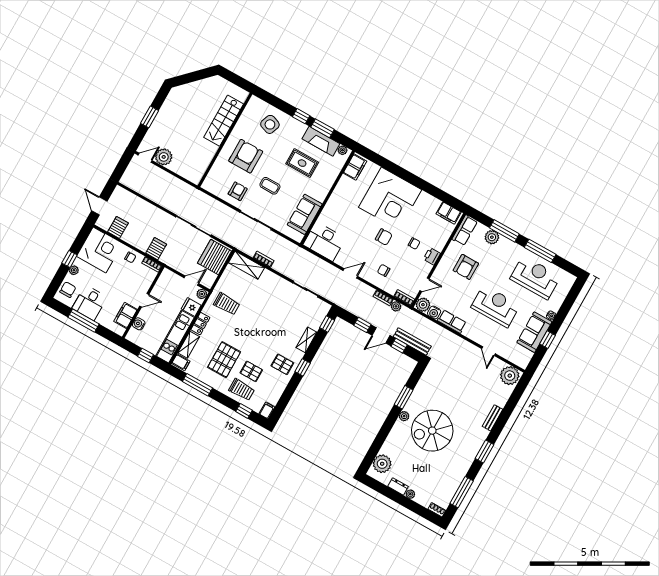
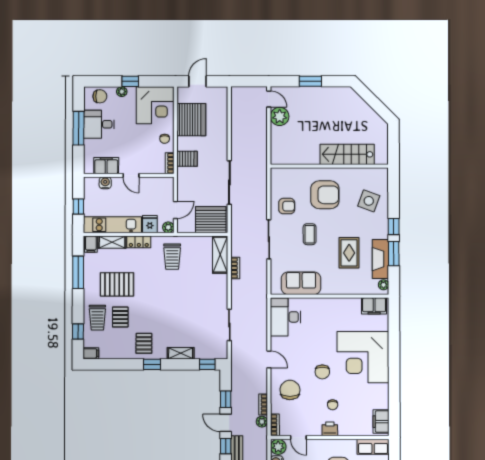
server rack: (118, 227) -> (191, 120), width x2.18, depth x1.44
chair: (384, 270) -> (290, 390), width x1.87, depth x1.87
door: (191, 281) -> (175, 210), hinge flipped

